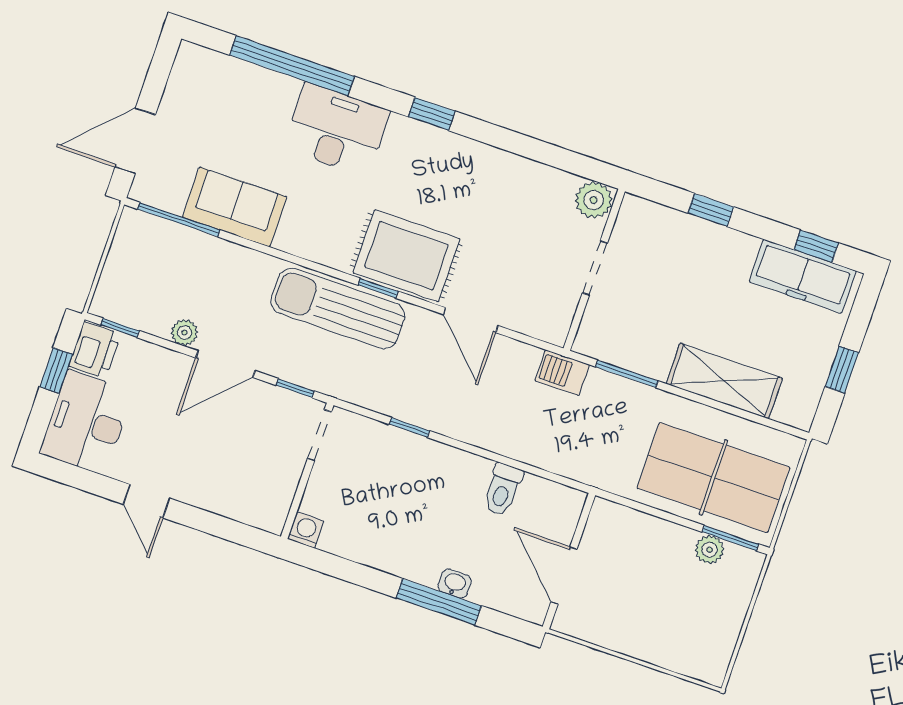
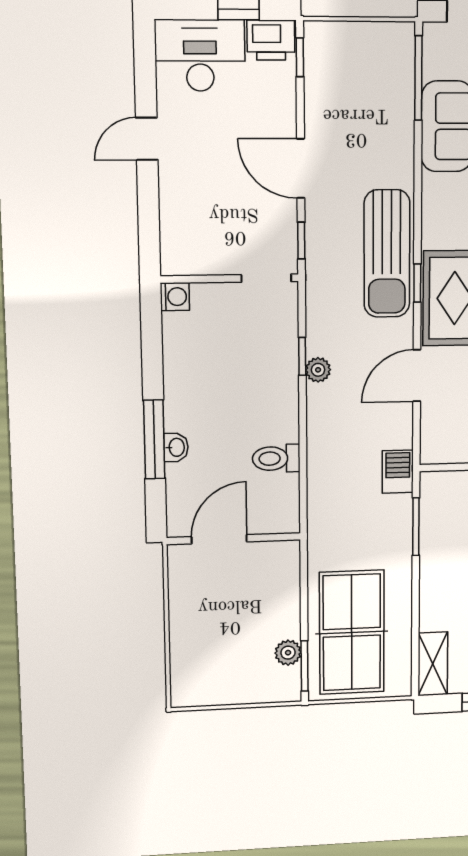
sun lounger: (338, 308) -> (387, 254), turned 180
plant: (184, 333) -> (318, 370), moved
shelving: (724, 381) -> (433, 664), moved, width x0.67, depth x0.75

